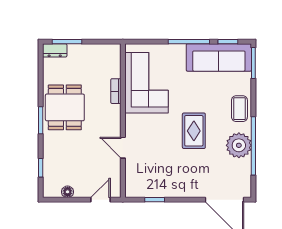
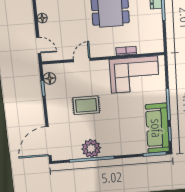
coffee table: (239, 109) -> (119, 147), removed
rug: (194, 131) -> (86, 105), moved
floor lamp: (143, 190) -> (50, 78), added

